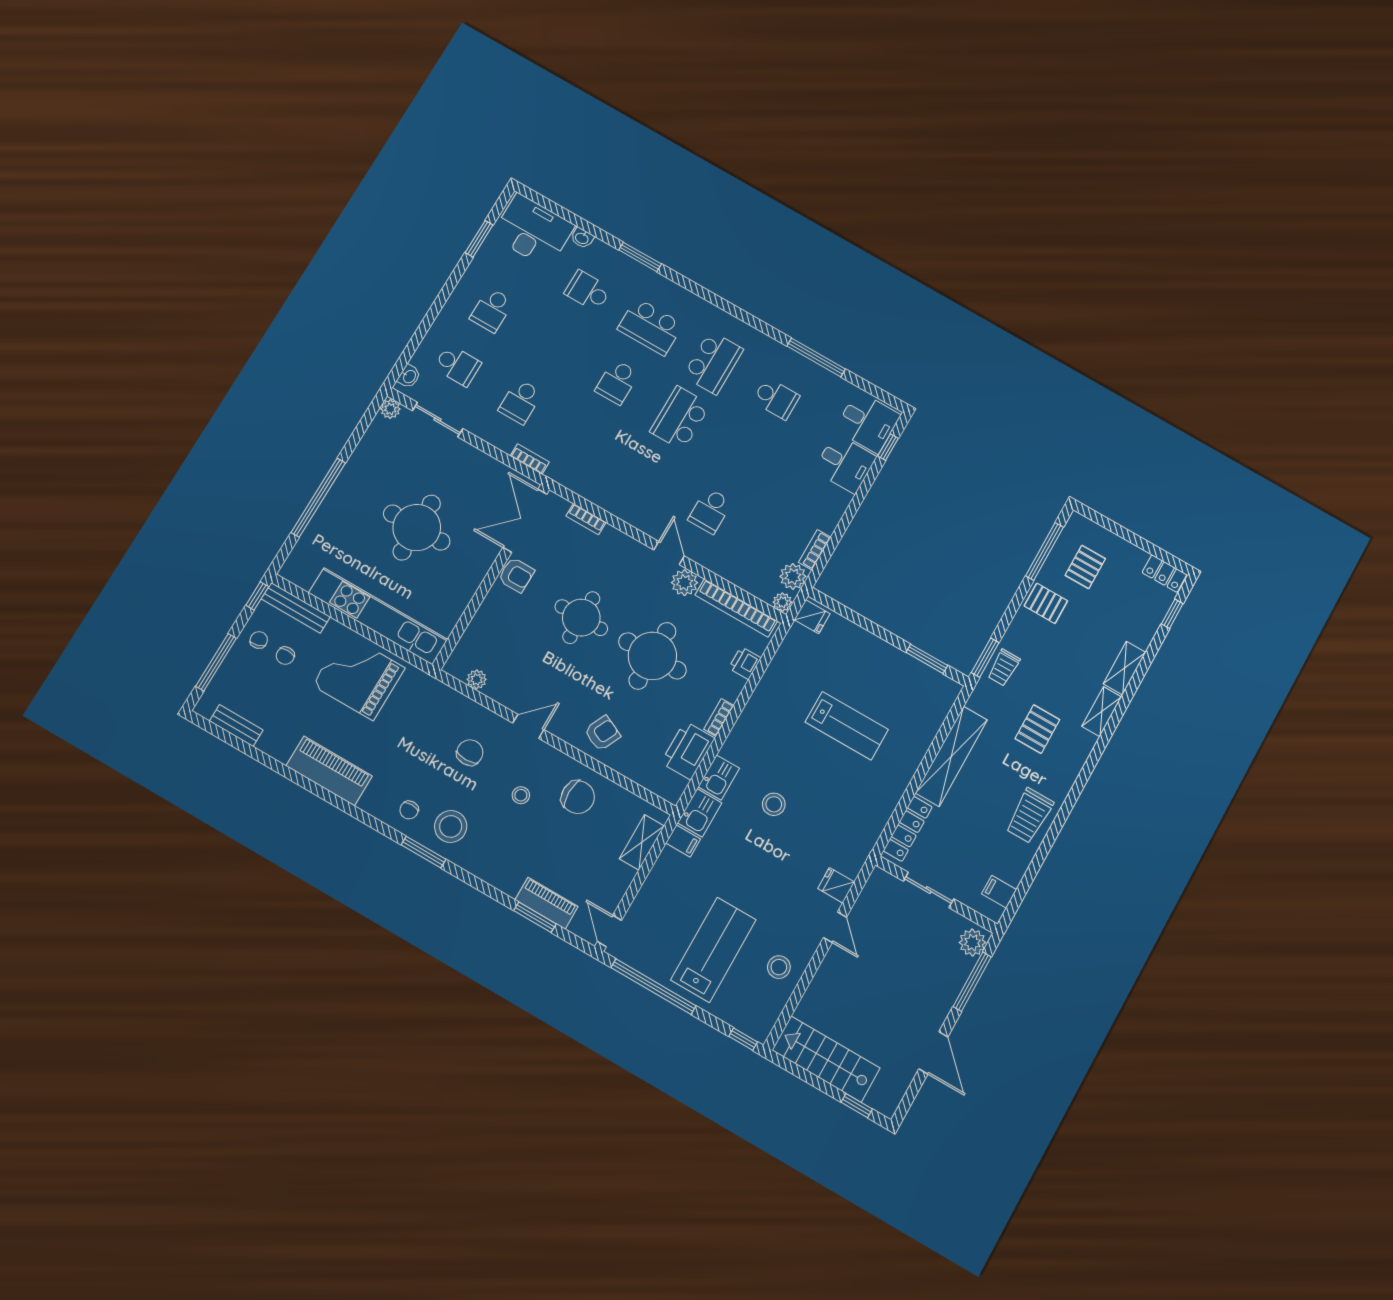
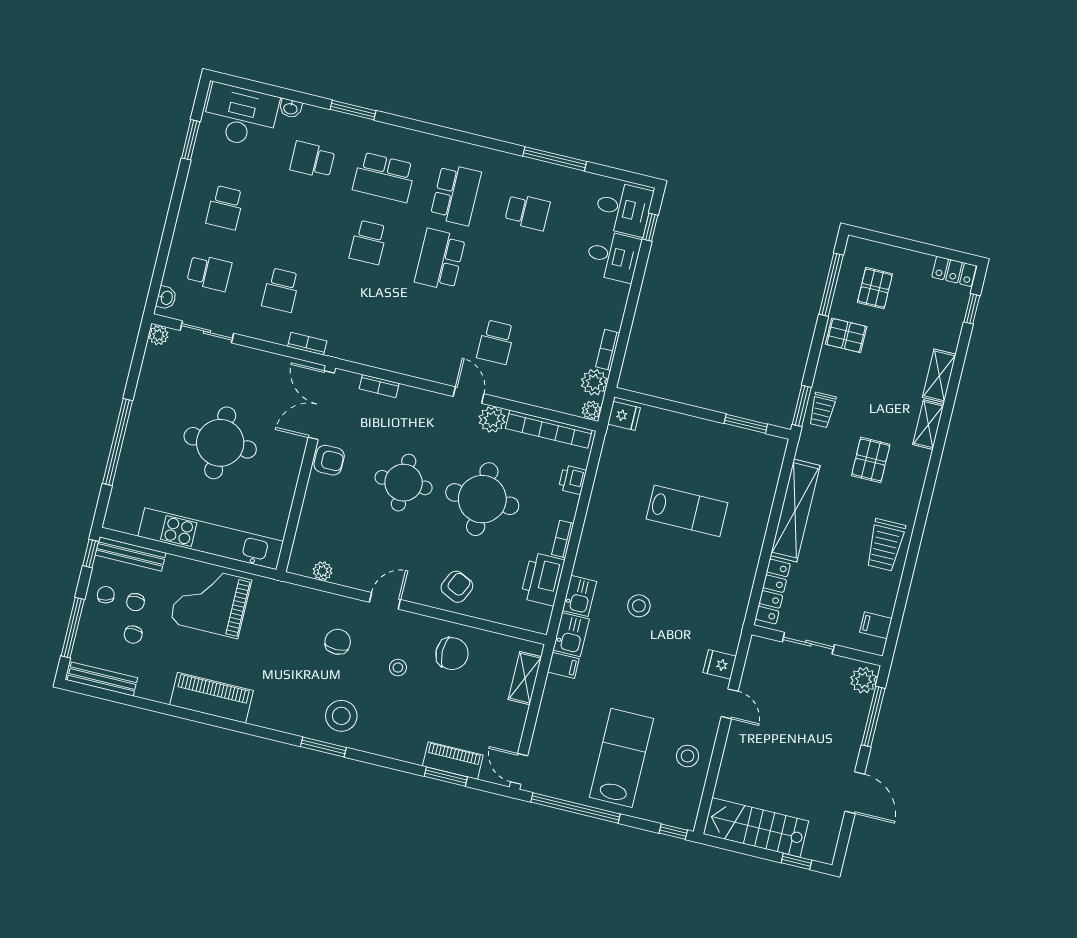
bench: (236, 725) -> (102, 679), width x1.36
chair: (409, 810) -> (133, 635), moved

